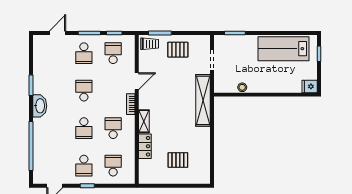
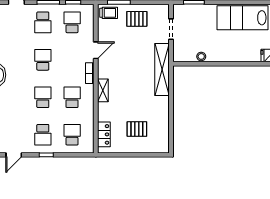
school desk: (84, 128) -> (43, 97), turned 180
locker: (145, 146) -> (104, 134), moved

